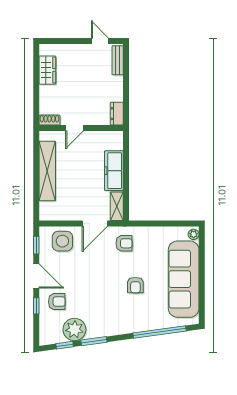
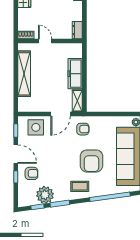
door: (75, 128) -> (45, 41), swing flipped
armchair: (135, 285) -> (92, 161), width x1.88, depth x1.88
coffee table: (120, 318) -> (80, 186), added

